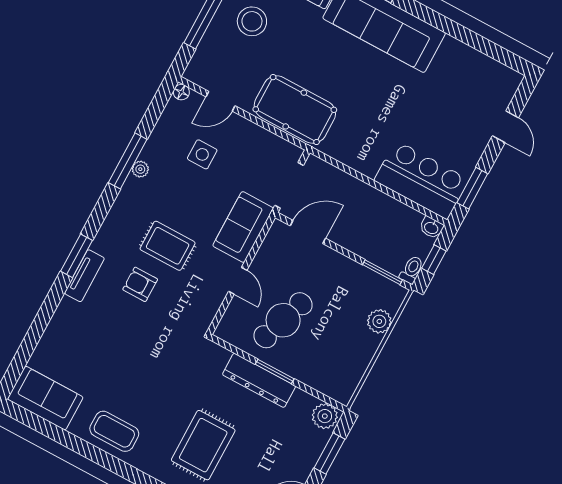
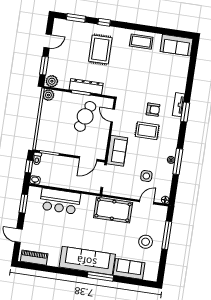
piano: (490, 71) -> (34, 258), added
bar counter: (422, 180) -> (60, 201), moved
door: (238, 281) -> (113, 116), moved
plant: (379, 321) -> (48, 95), moved

